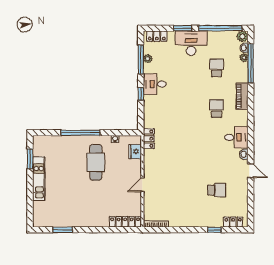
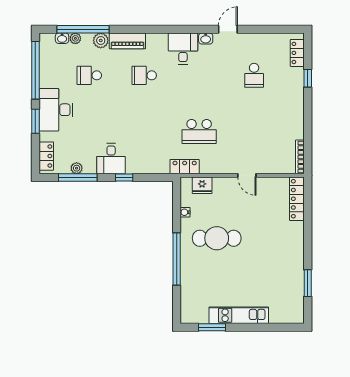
plant: (242, 36) -> (101, 40), moved
school desk: (175, 149) -> (199, 131), added
school desk: (217, 190) -> (254, 75), turned 180

